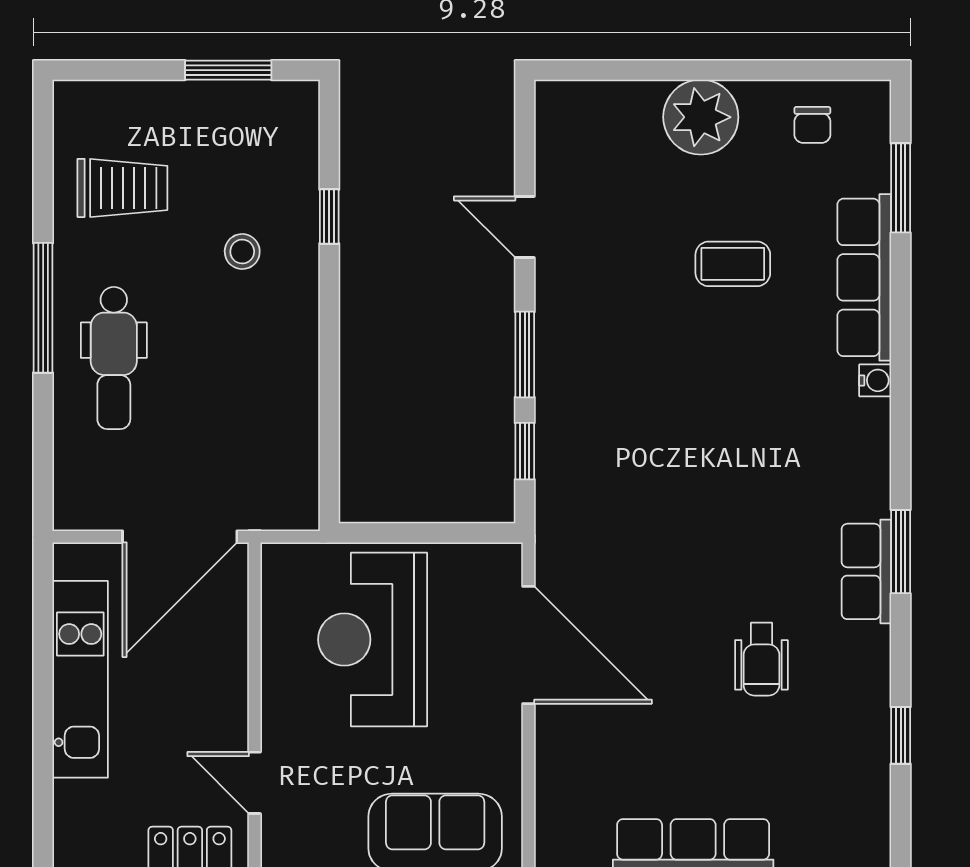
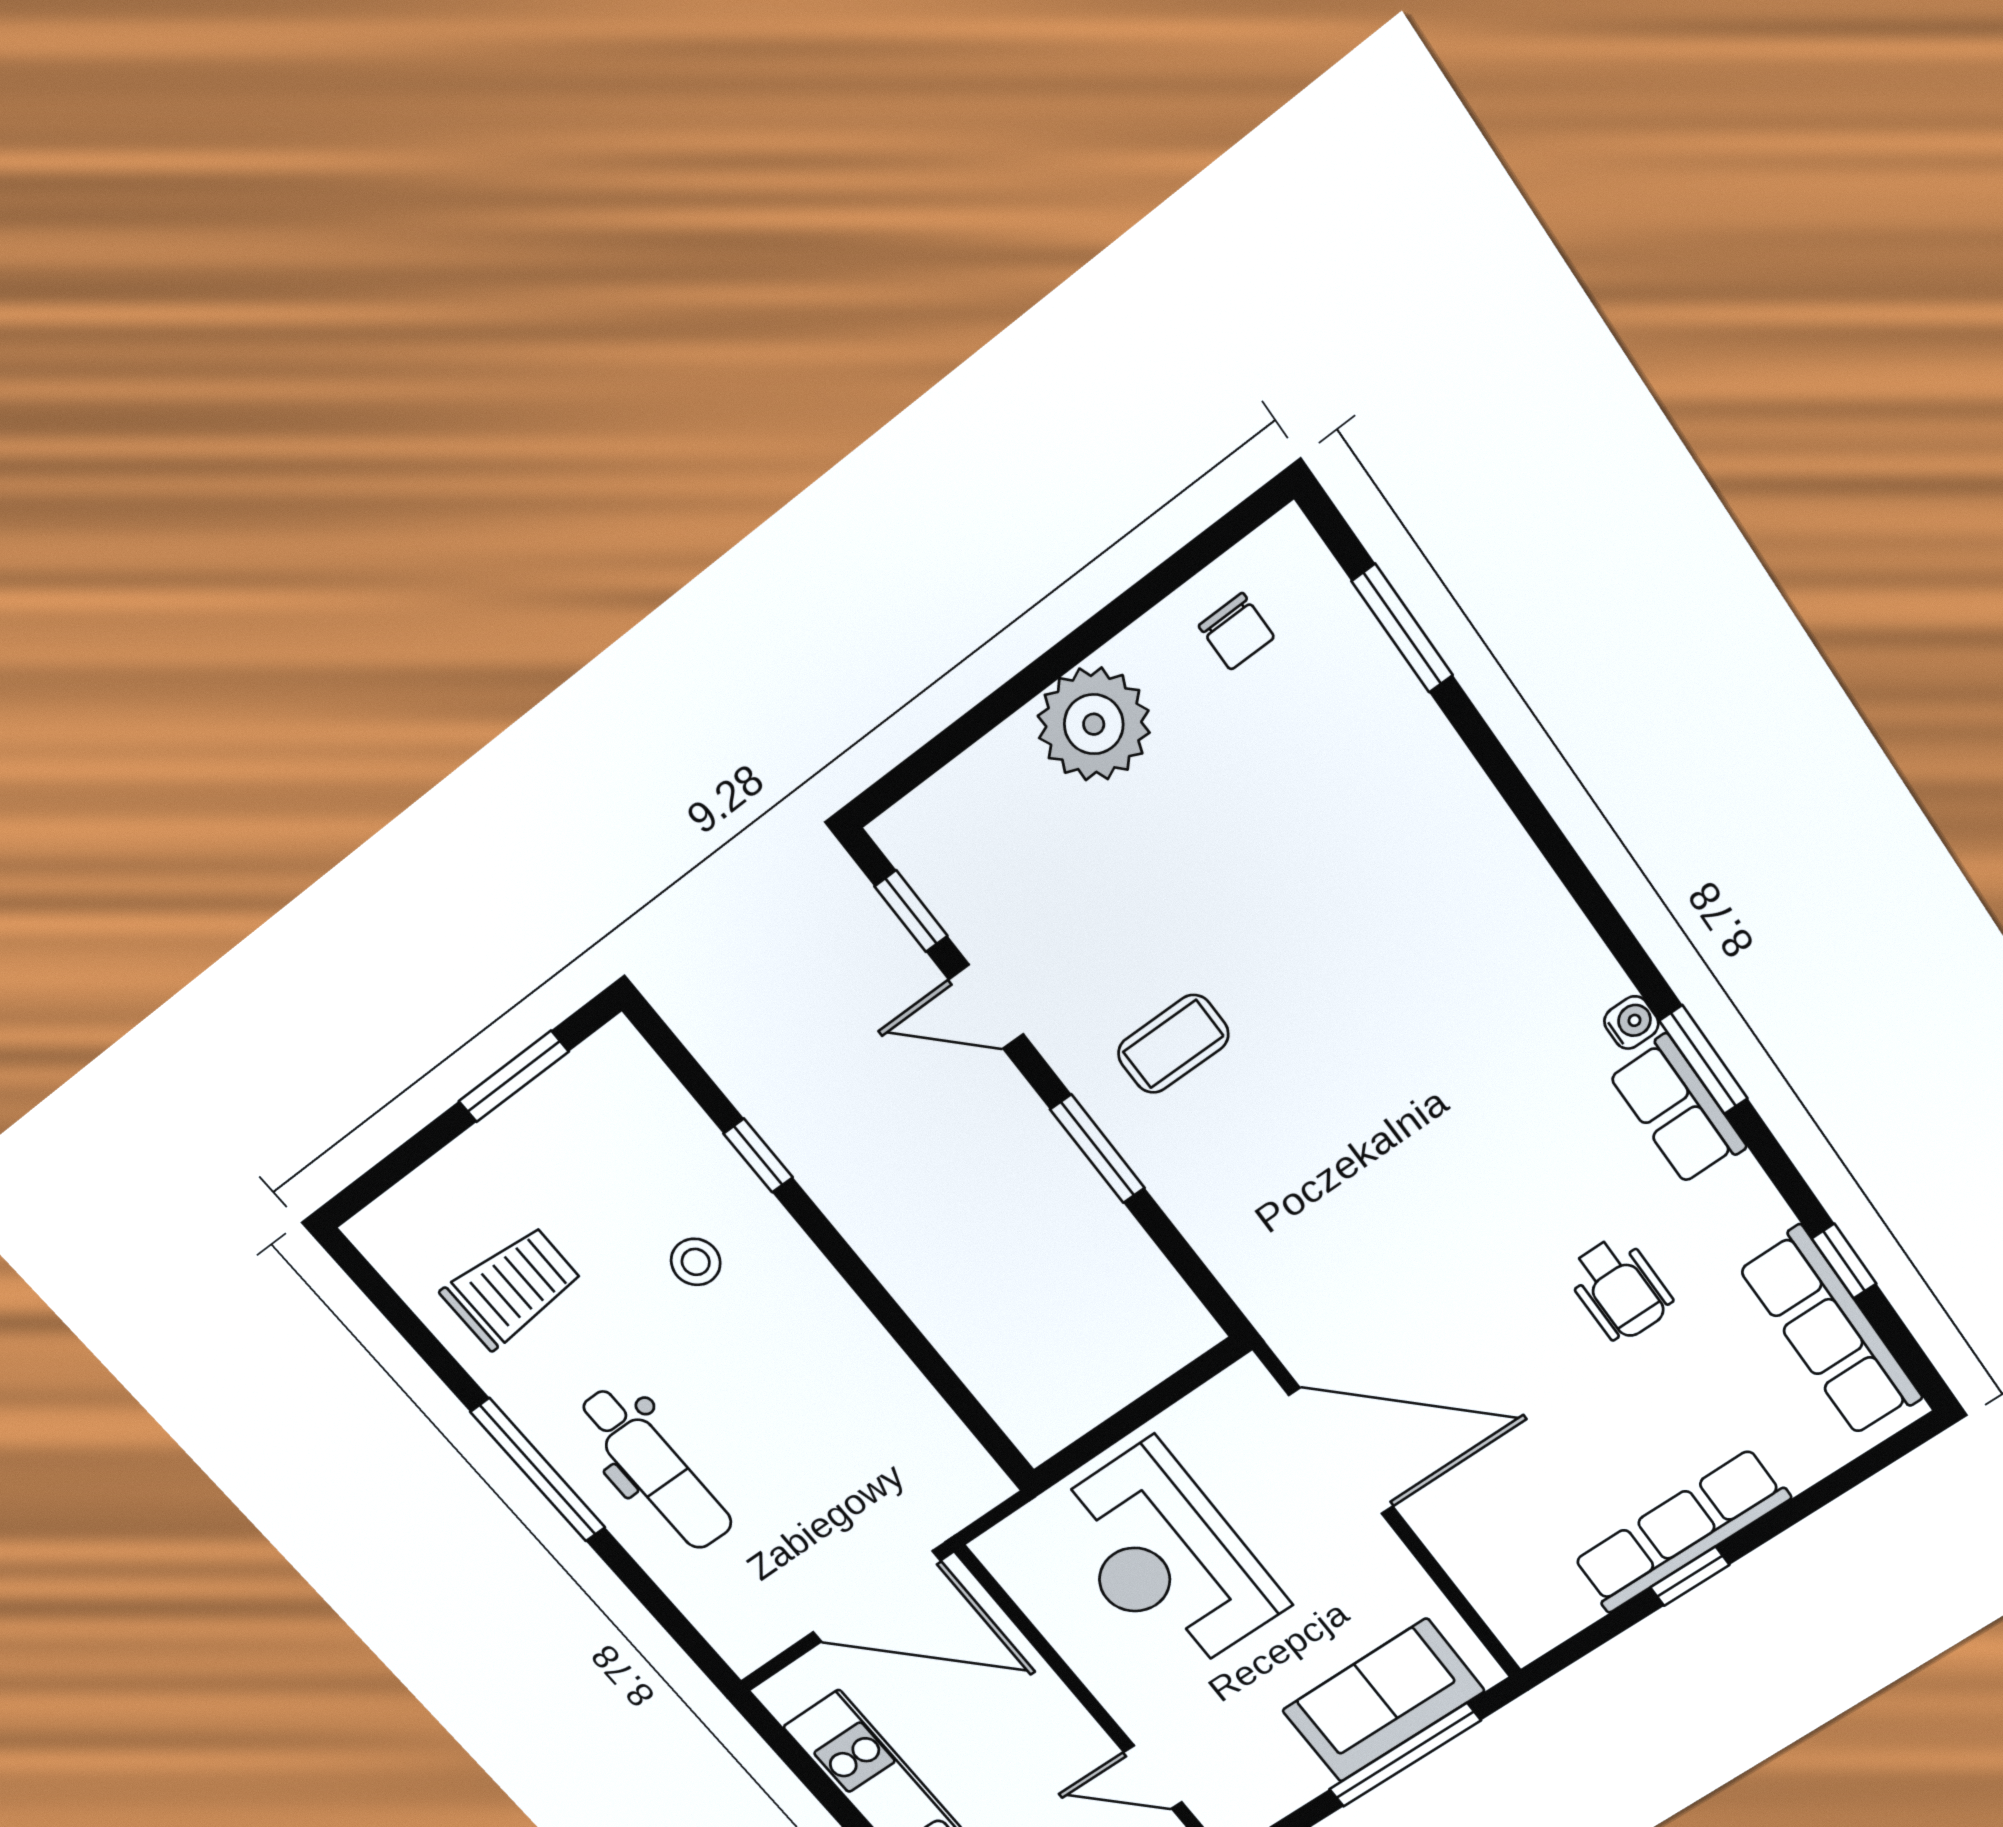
coffee table: (733, 264) -> (1173, 1044), moved
row of seats: (864, 277) -> (1830, 1332), moved
water cooler: (875, 380) -> (1631, 1023), moved
window: (525, 451) -> (911, 911), moved
door: (180, 537) -> (876, 1597), hinge flipped

